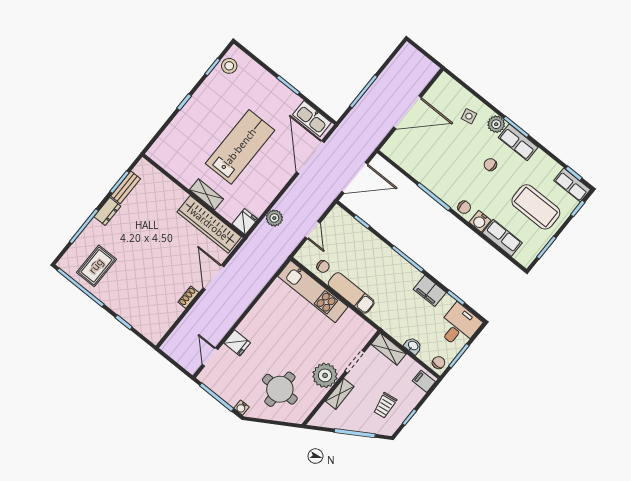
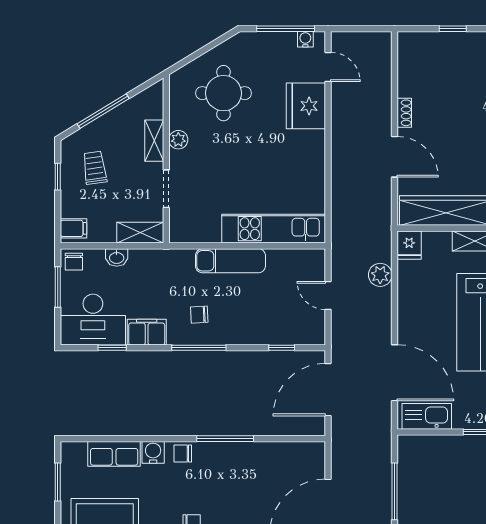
chair: (323, 266) -> (199, 315), moved
desk: (459, 326) -> (93, 320), width x1.37
fridge: (237, 343) -> (306, 106), width x1.88, depth x1.34
plant: (325, 375) -> (178, 140), width x0.53, depth x0.53
water cooler: (241, 408) -> (305, 39), moved

